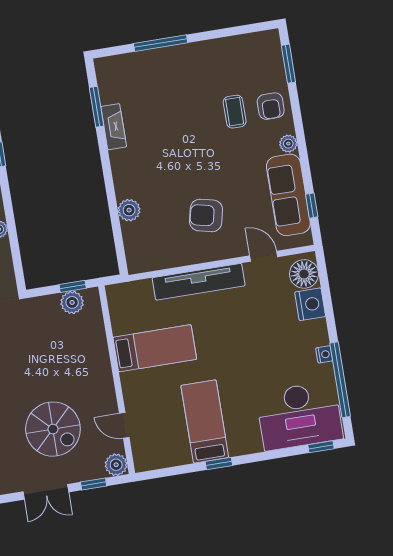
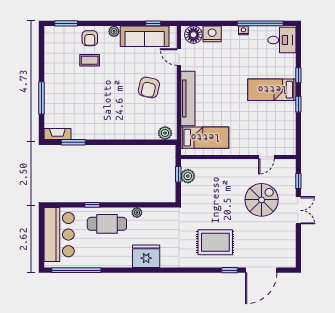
armchair: (271, 106) -> (90, 38), turned 90
fireplace: (114, 127) -> (57, 134), moved
plant: (129, 210) -> (165, 133), moved
door: (264, 256) -> (179, 57), hinge flipped
bed: (155, 348) -> (205, 138), moved, turned 90
desk: (299, 416) -> (282, 40), width x0.53, depth x0.77
bed: (205, 421) -> (272, 90), moved
window: (321, 447) -> (298, 75), moved
plant: (116, 465) -> (289, 166), removed

